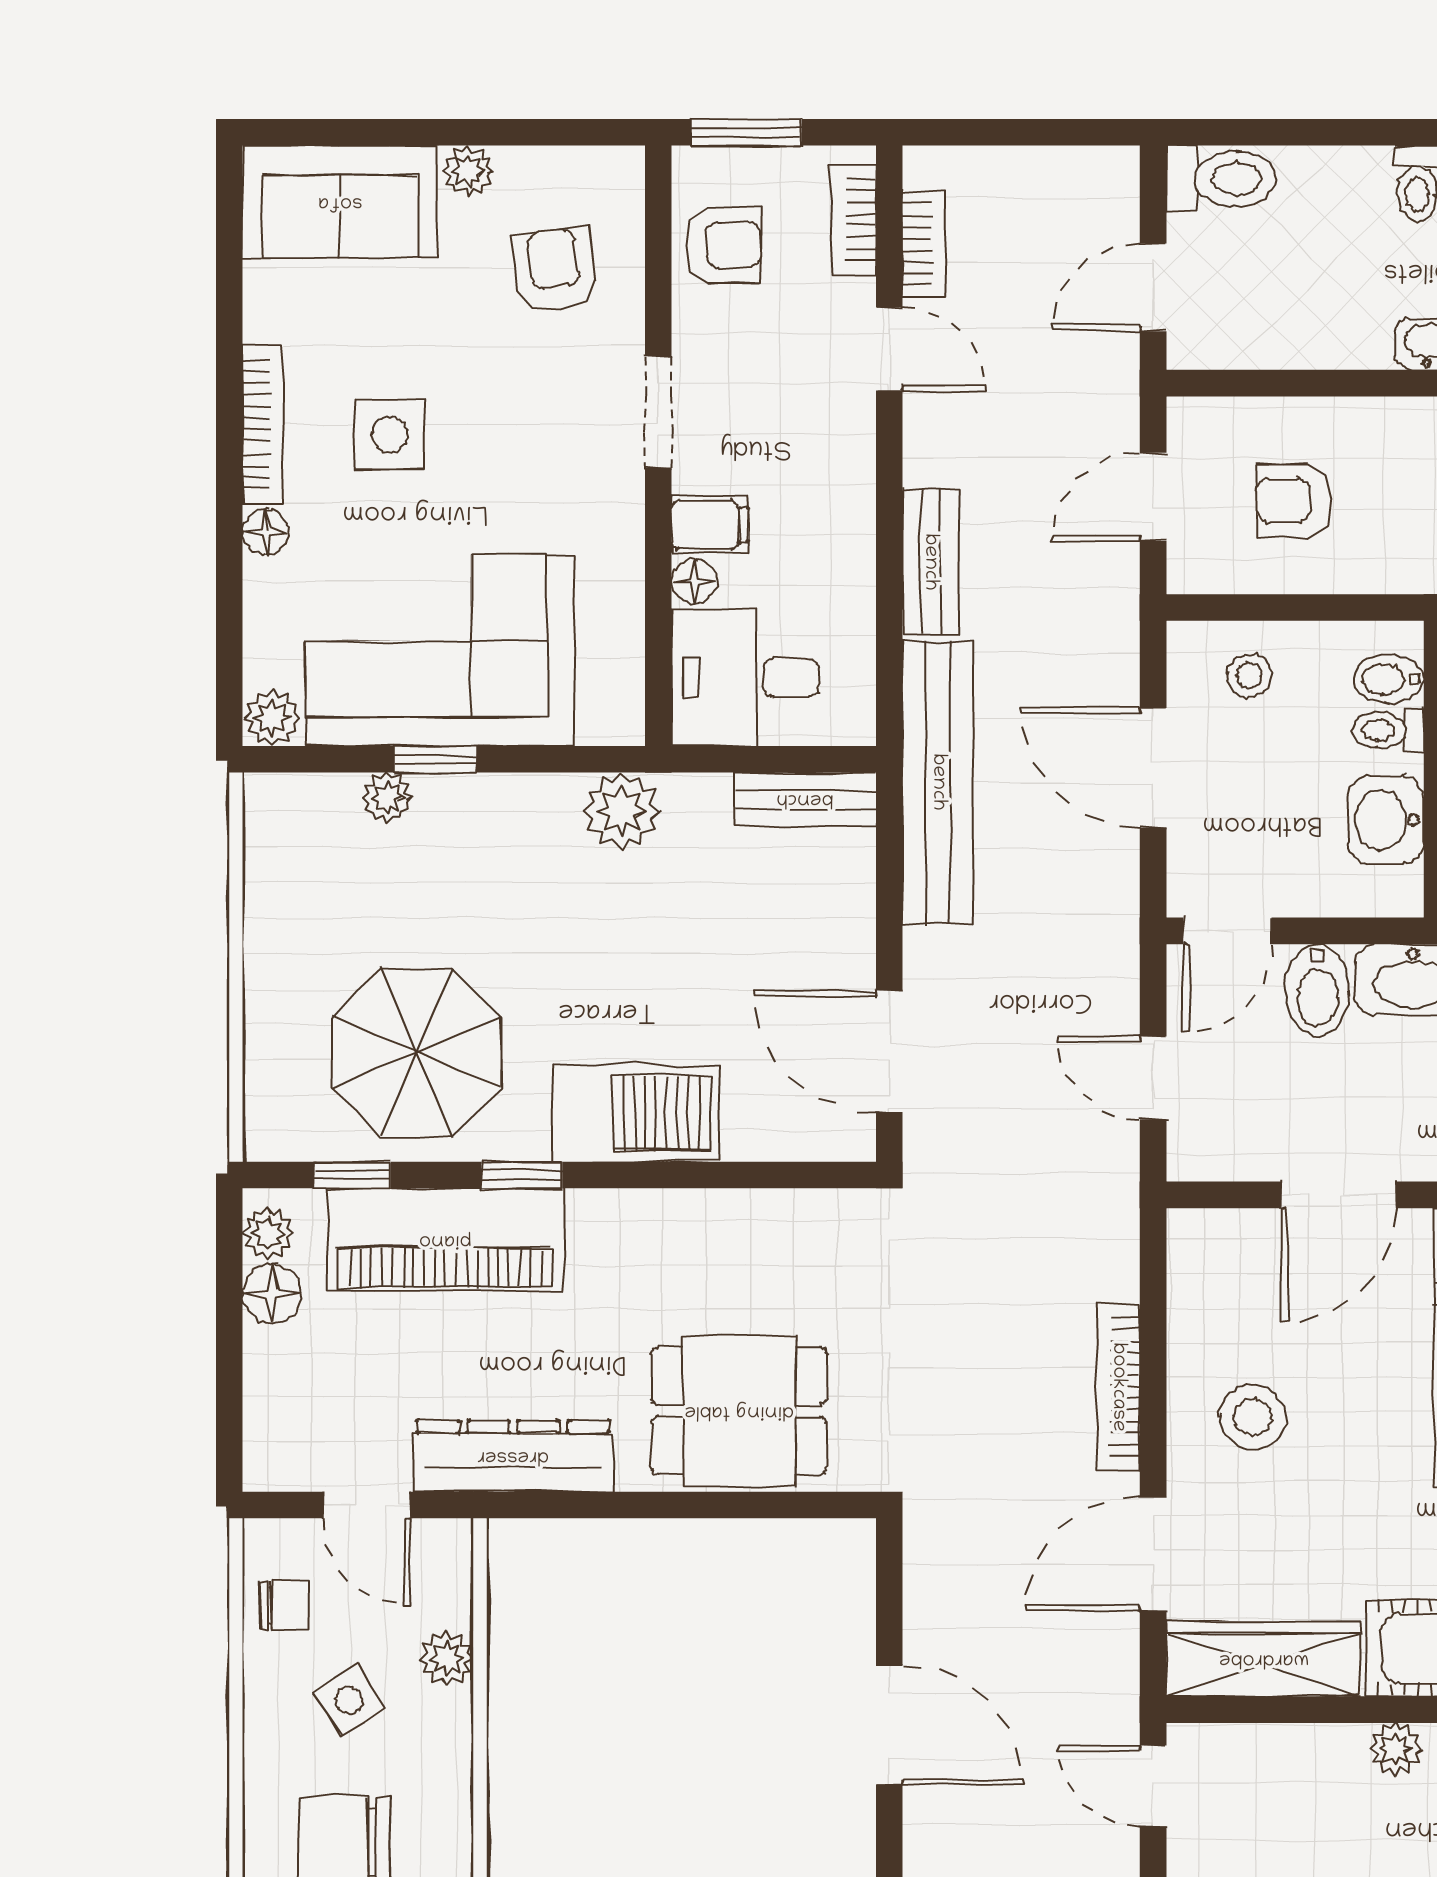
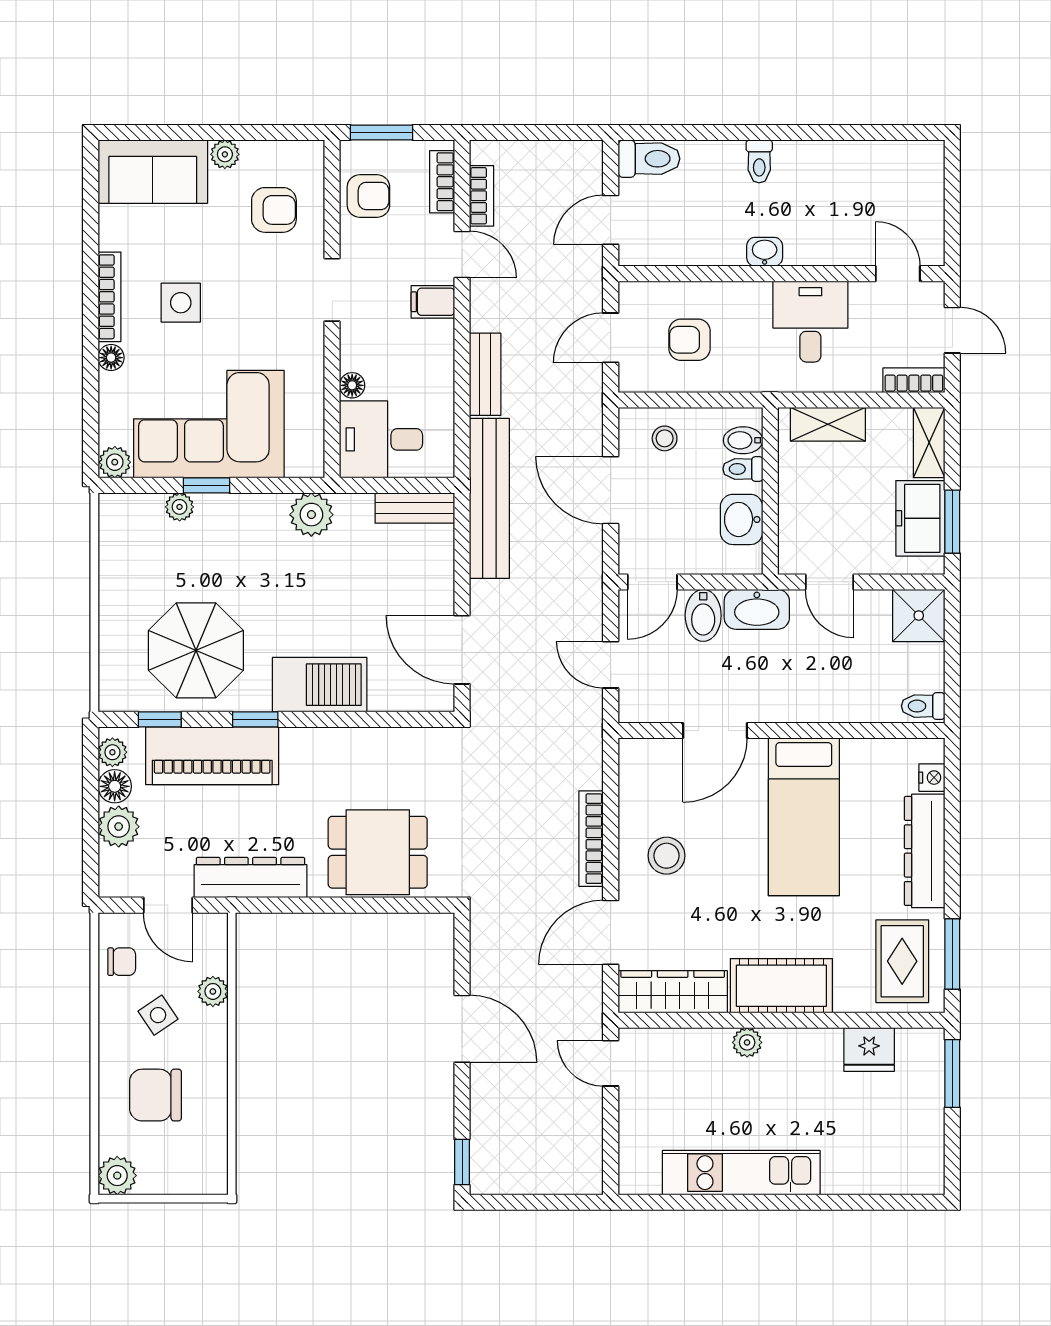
armchair: (555, 270) -> (274, 210), turned 98
filing cabinet: (710, 525) -> (433, 302), moved, turned 180
plant: (279, 1365) -> (119, 827), added

